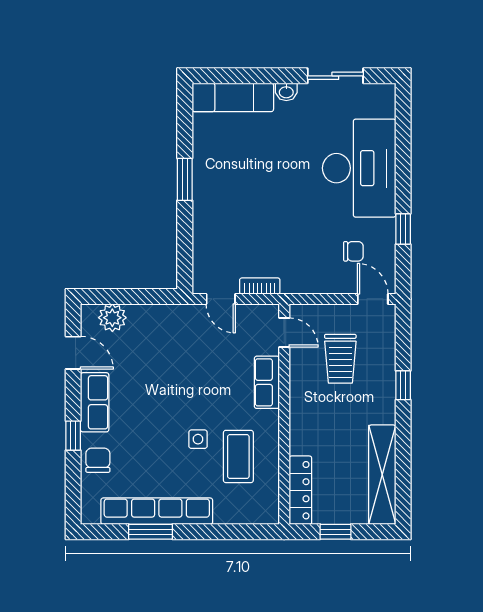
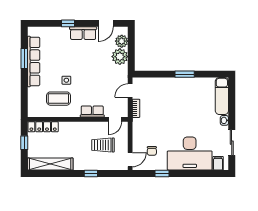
filing cabinet: (381, 106) -> (218, 163), added
plant: (146, 322) -> (120, 57), added
chair: (98, 460) -> (57, 35), removed

